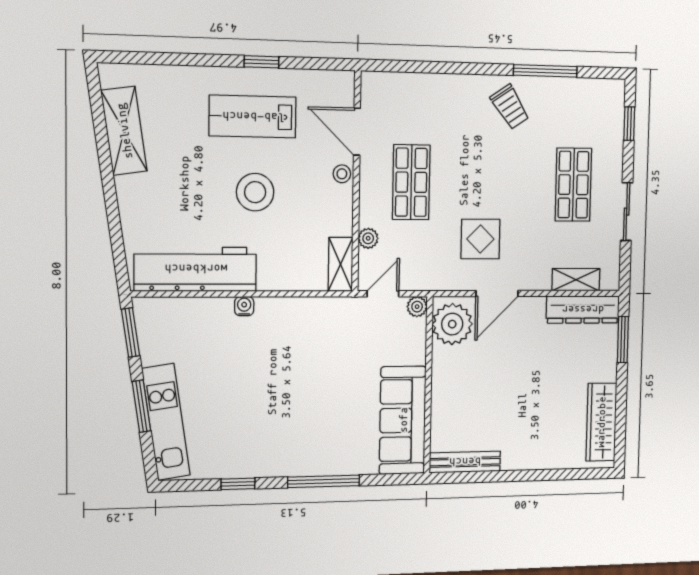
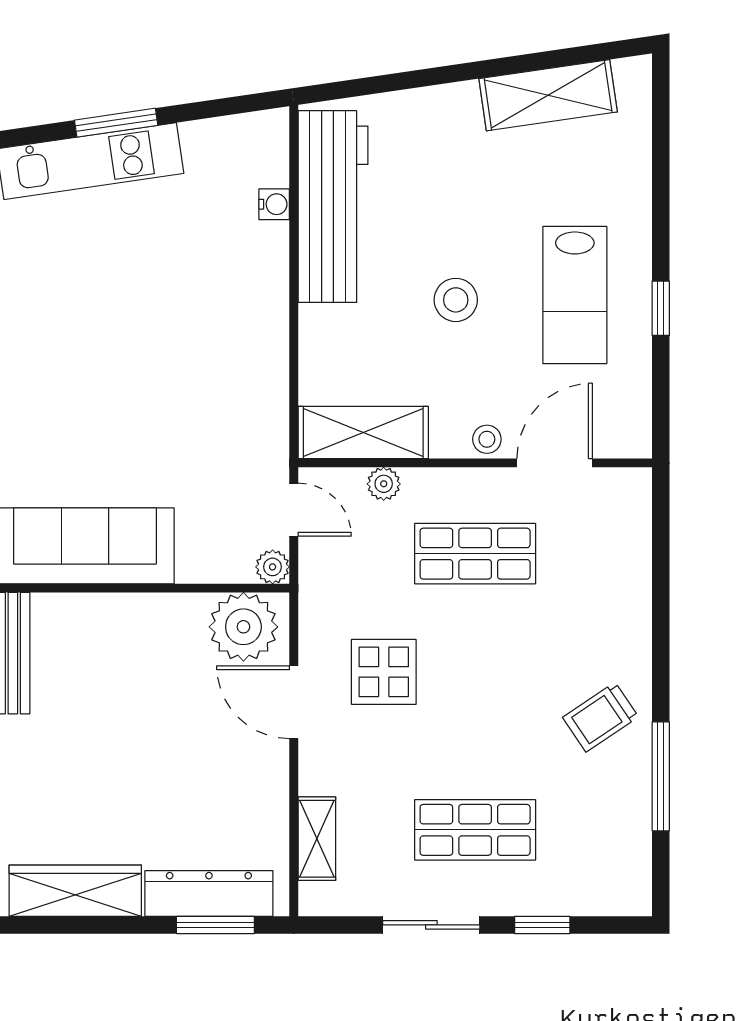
lab bench: (253, 117) -> (575, 295), turned 180
window: (629, 124) -> (542, 925), moved
stool: (255, 192) -> (456, 300), width x0.73, depth x0.73
shelving: (341, 264) -> (363, 433), width x1.50, depth x1.33
water cooler: (244, 306) -> (274, 204), moved
dresser: (583, 310) -> (209, 893), moved, turned 90
window: (131, 332) -> (233, 106), removed

